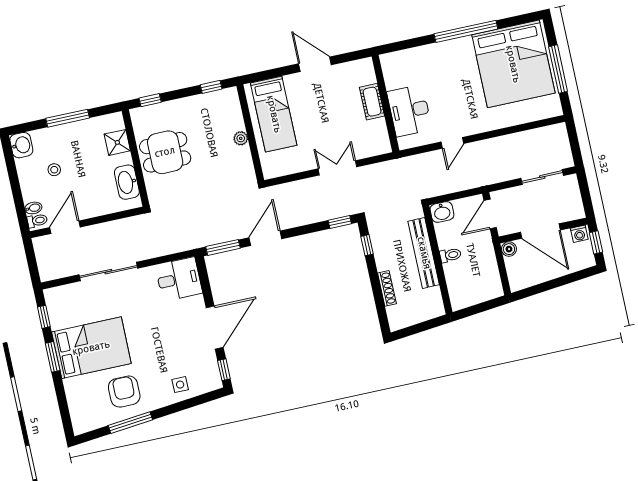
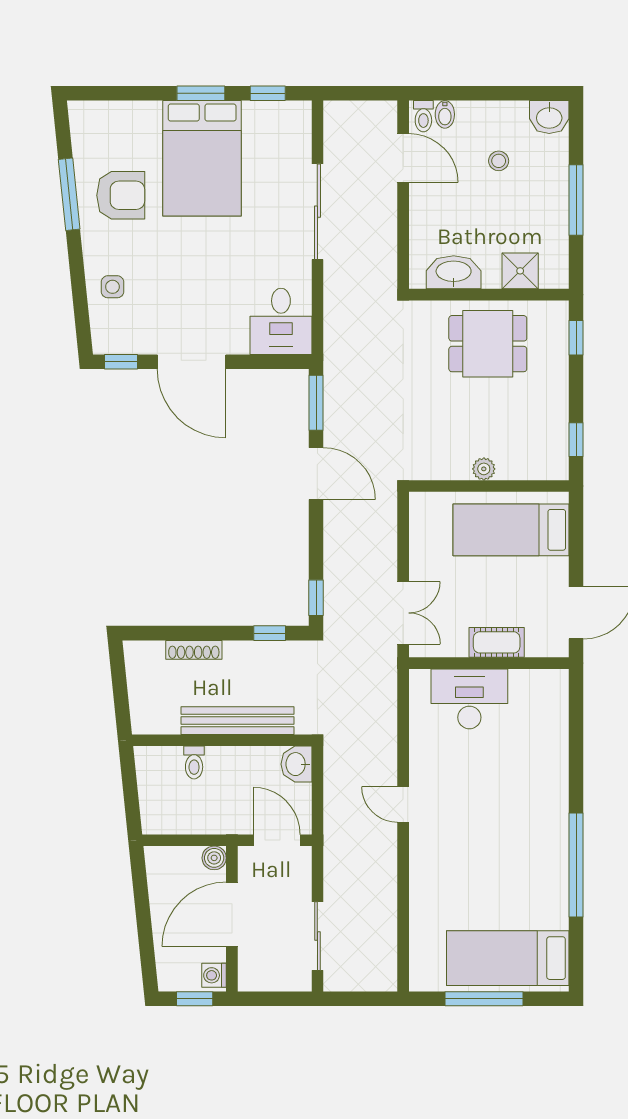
bed: (513, 64) -> (508, 958), width x0.49
cot: (372, 102) -> (497, 642), moved
wall: (385, 104) -> (489, 663), moved
desk: (409, 111) -> (469, 699), moved
dining table: (165, 152) -> (488, 344), turned 90
toilet: (450, 255) -> (194, 763), moved

